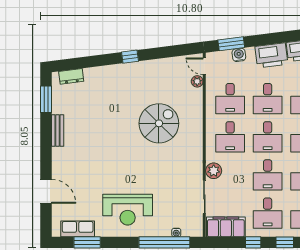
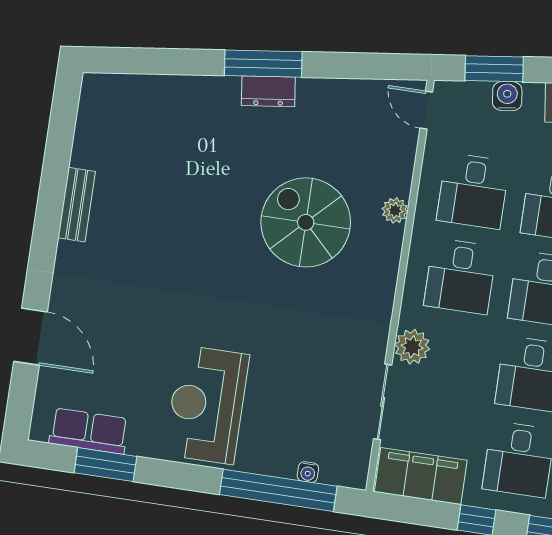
window: (130, 57) -> (263, 64), width x2.17
dresser: (71, 76) -> (268, 91), moved
plant: (197, 81) -> (395, 210), moved
window: (46, 99) -> (61, 131), removed
spiral stairs: (159, 123) -> (306, 222), turned -90
reception desk: (128, 210) -> (207, 405), turned 90

